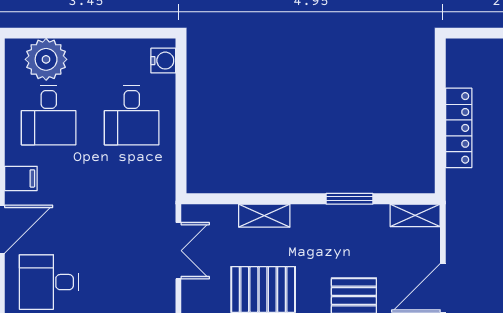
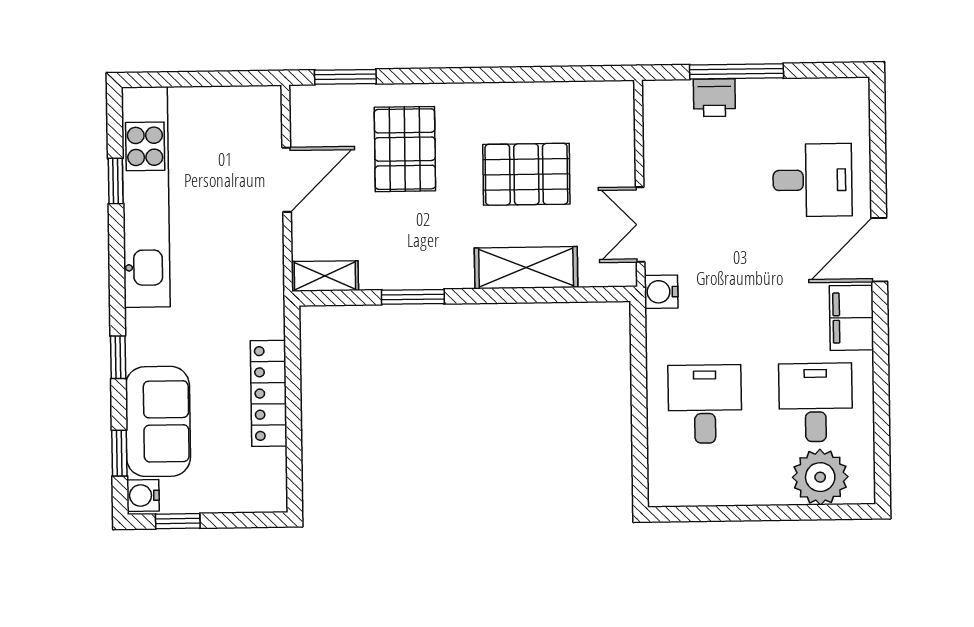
water cooler: (163, 61) -> (661, 292), moved
filing cabinet: (21, 178) -> (851, 318), width x2.00
shelving: (264, 216) -> (526, 268), width x1.50, depth x1.33

